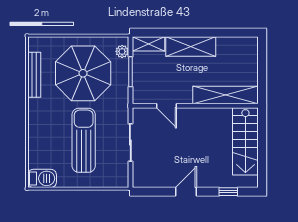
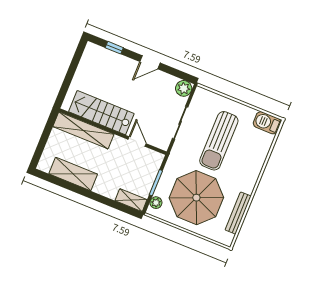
shelving: (191, 46) -> (73, 174), moved
stairs: (245, 141) -> (101, 113), moved, turned -90
plant: (141, 179) -> (184, 88), added

